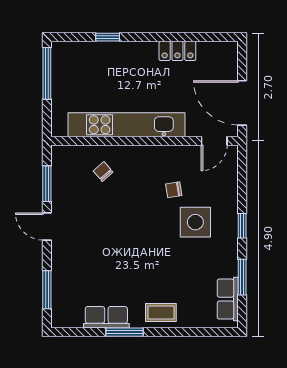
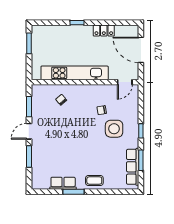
window: (108, 37) -> (77, 23), moved
window: (47, 73) -> (29, 43), width x0.69
door: (242, 103) -> (141, 50), moved
door: (47, 226) -> (29, 131), hinge flipped
window: (47, 290) -> (29, 156), moved
row of seats: (228, 299) -> (133, 167), width x1.48

